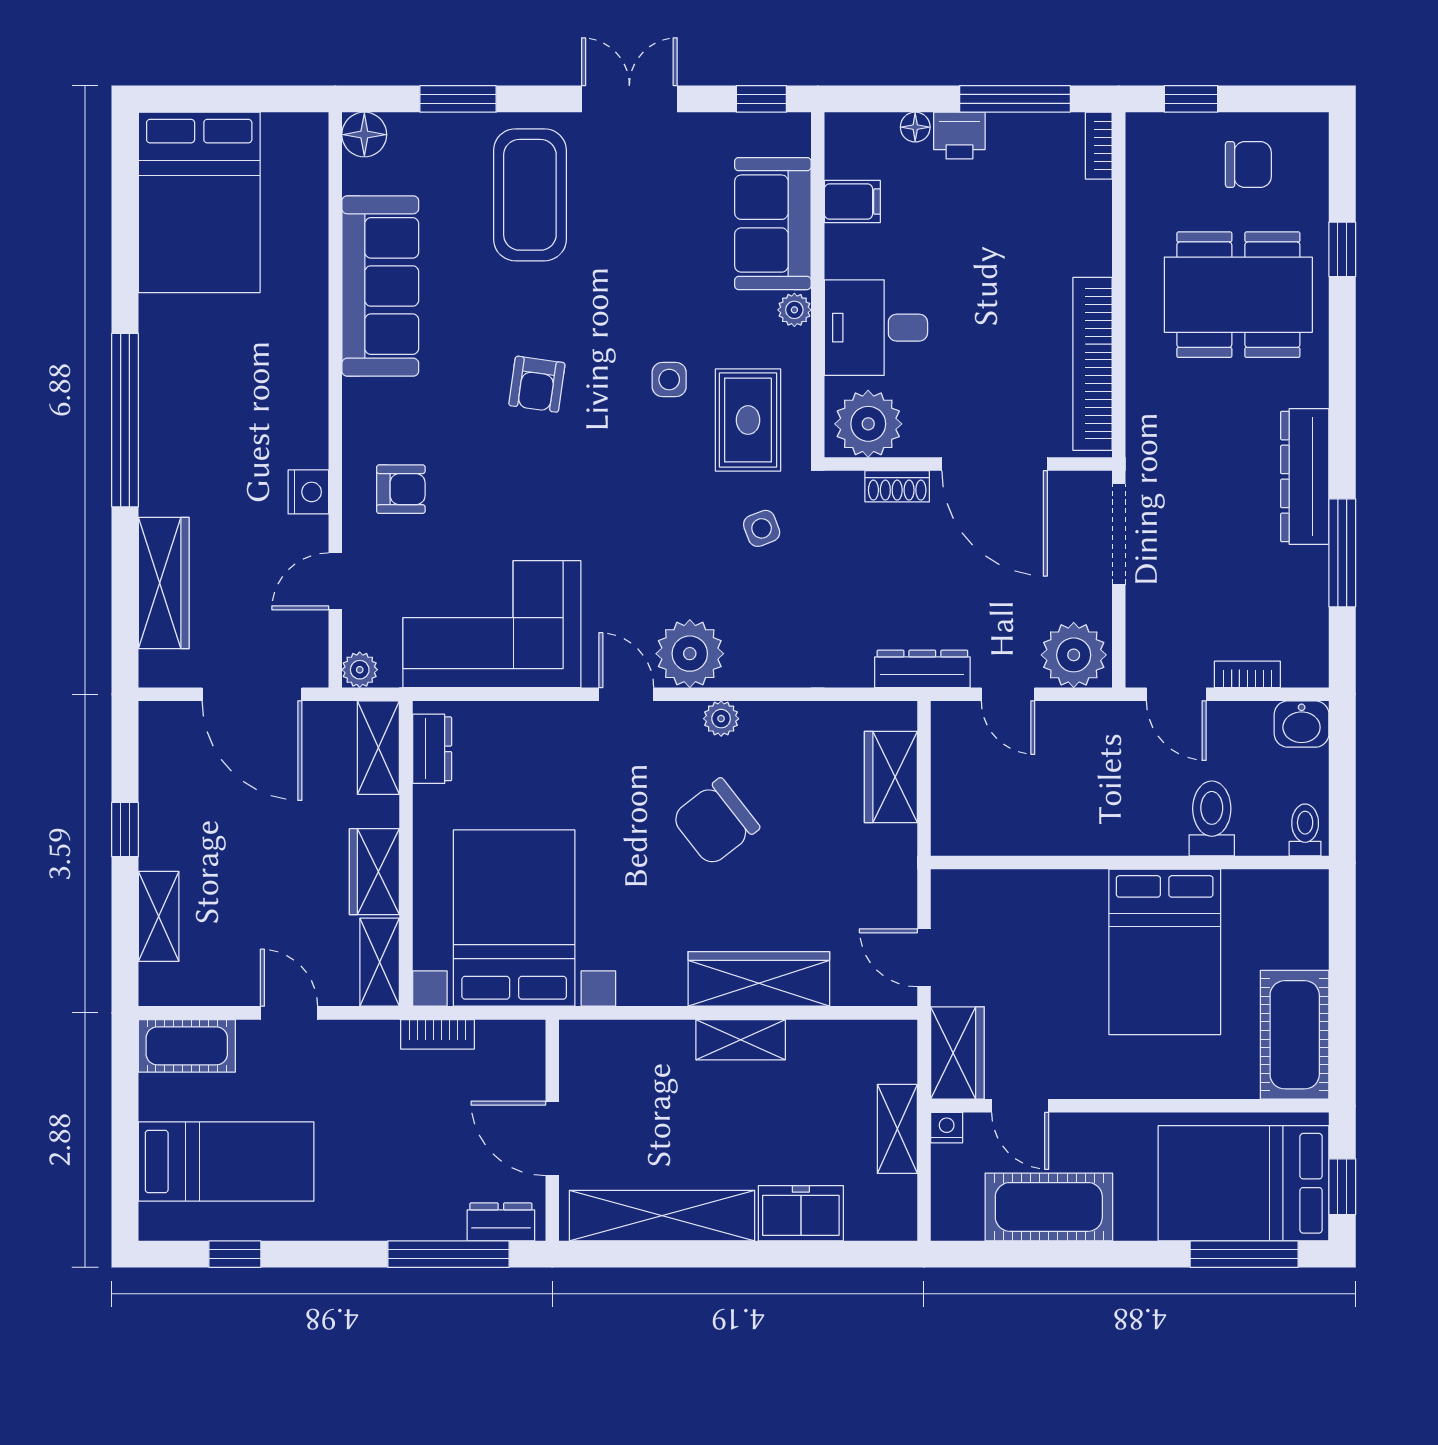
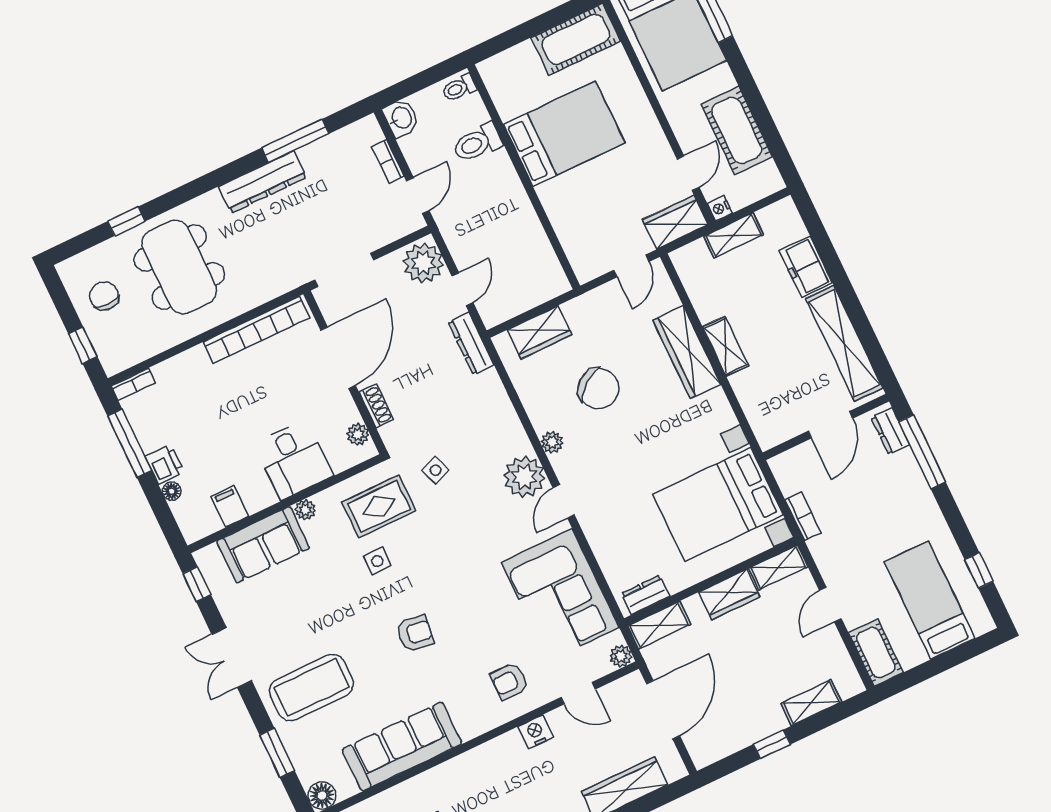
plant: (868, 424) -> (358, 434), width x0.53, depth x0.53
armchair: (401, 489) -> (509, 681), turned -90
chair: (715, 822) -> (598, 388), moved

